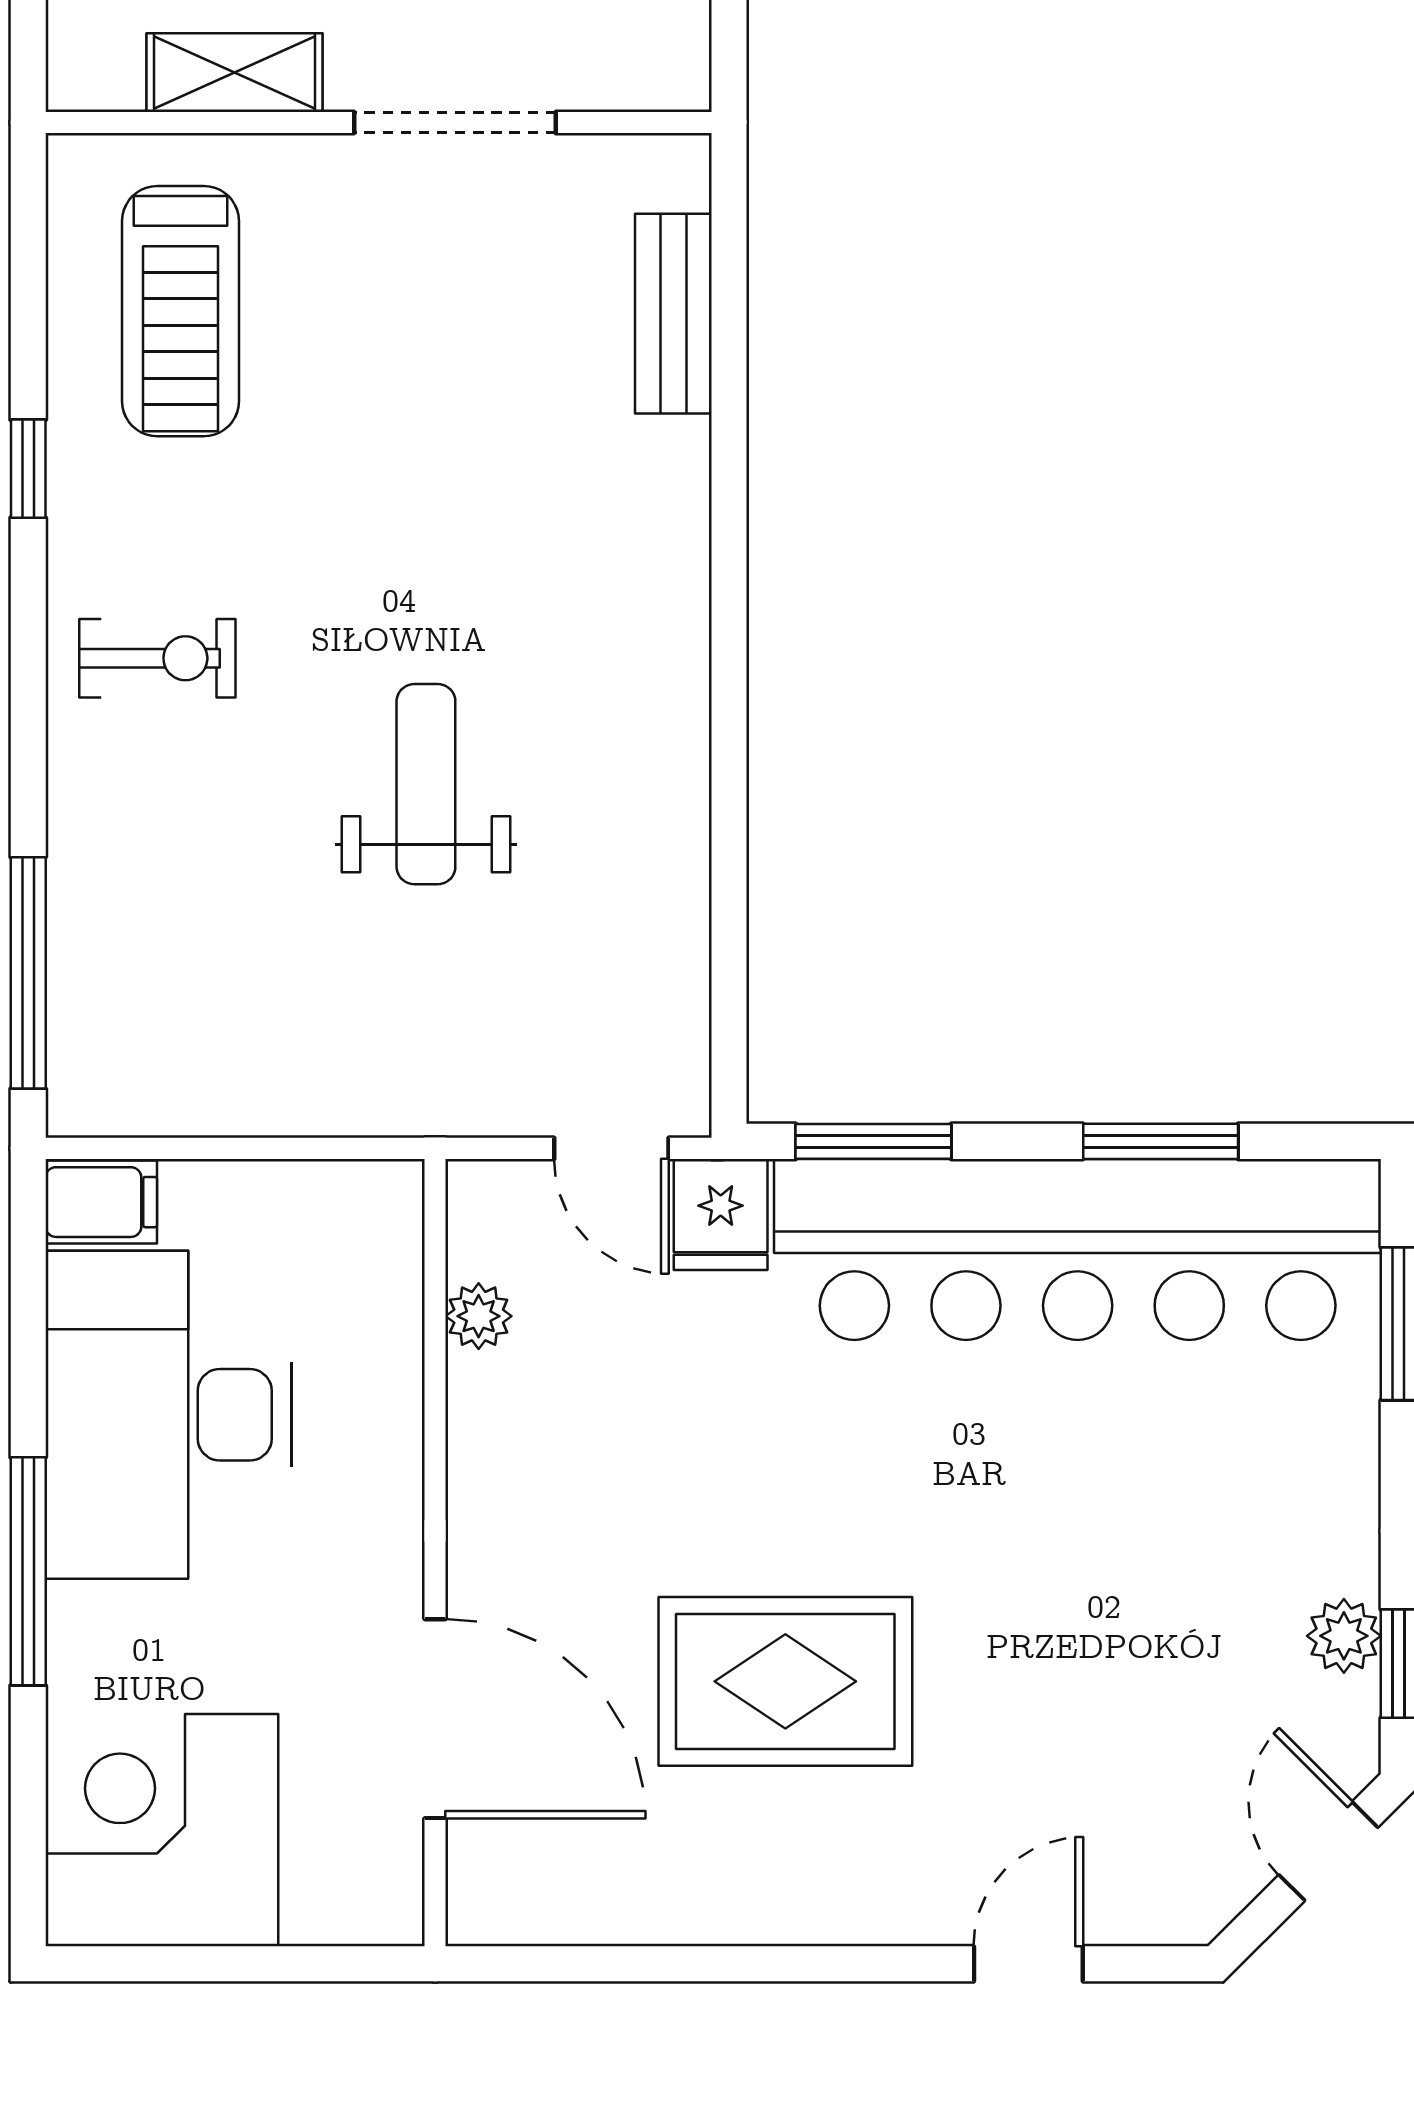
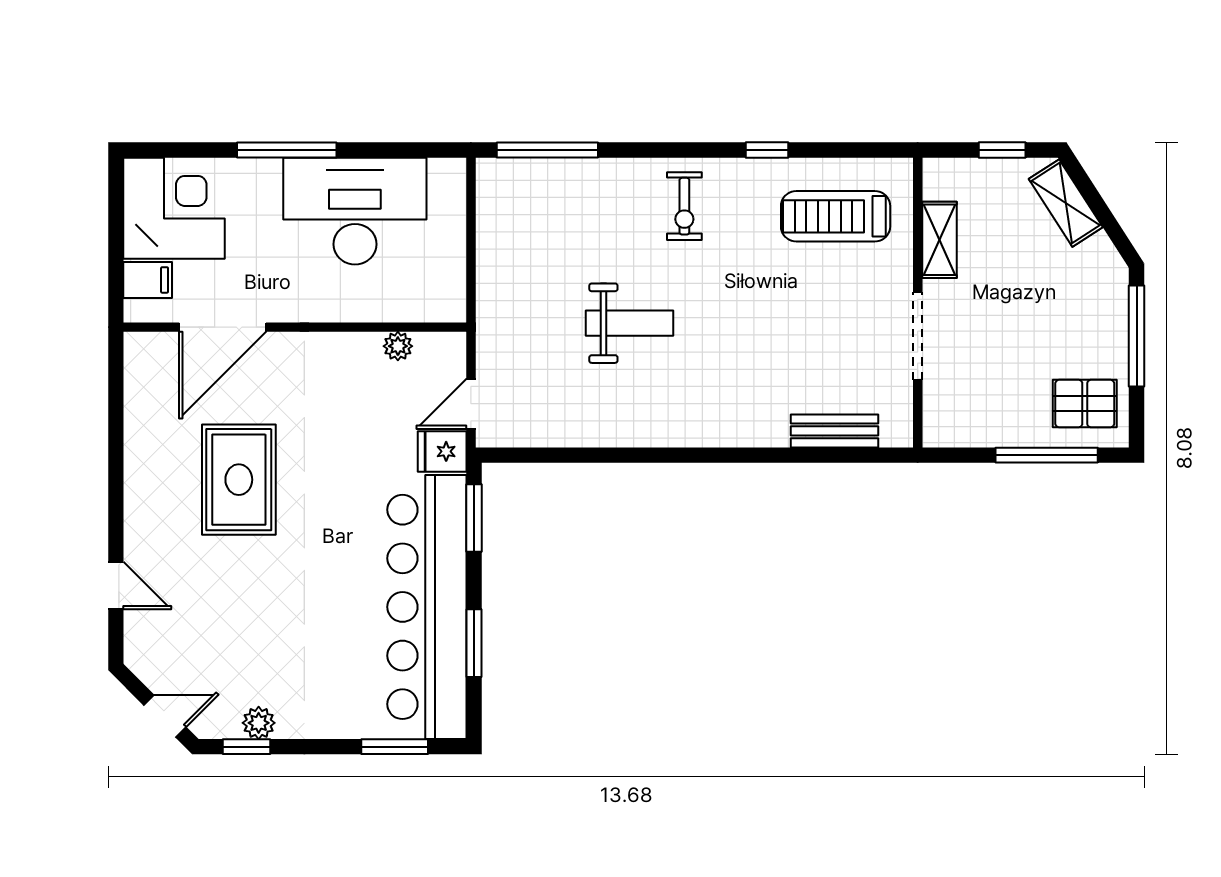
filing cabinet: (101, 1202) -> (148, 280), moved, turned -90

